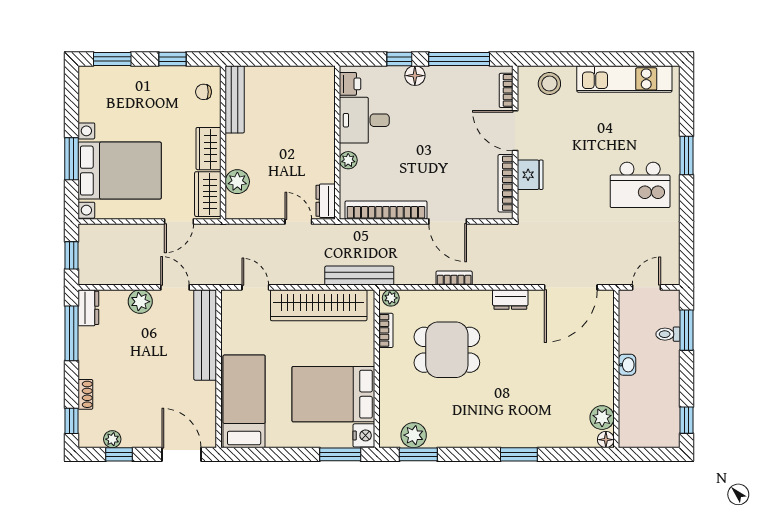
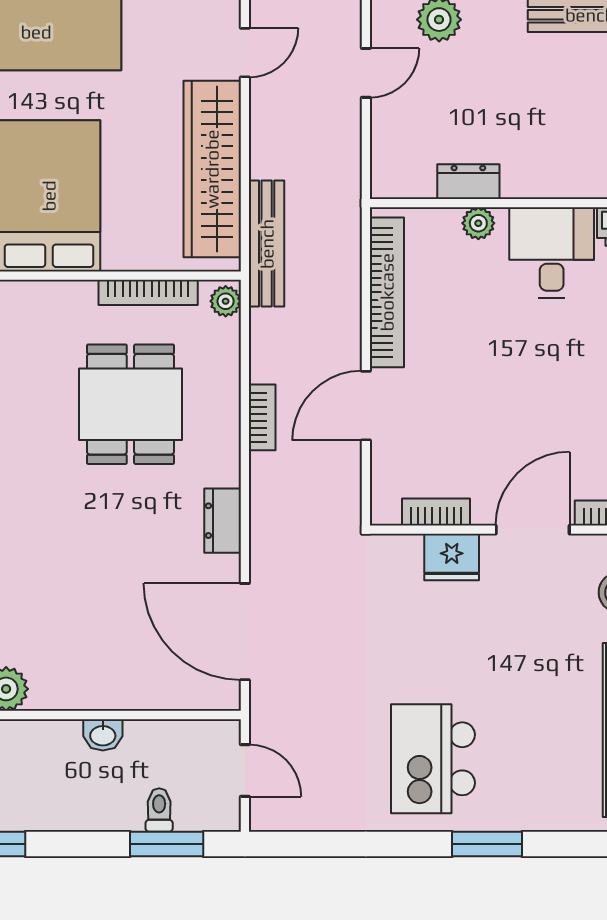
bookcase: (506, 183) -> (436, 512), width x0.64
dresser: (326, 201) -> (468, 182), moved
door: (298, 222) -> (366, 73), moved
bookcase: (386, 330) -> (148, 292), width x1.56

